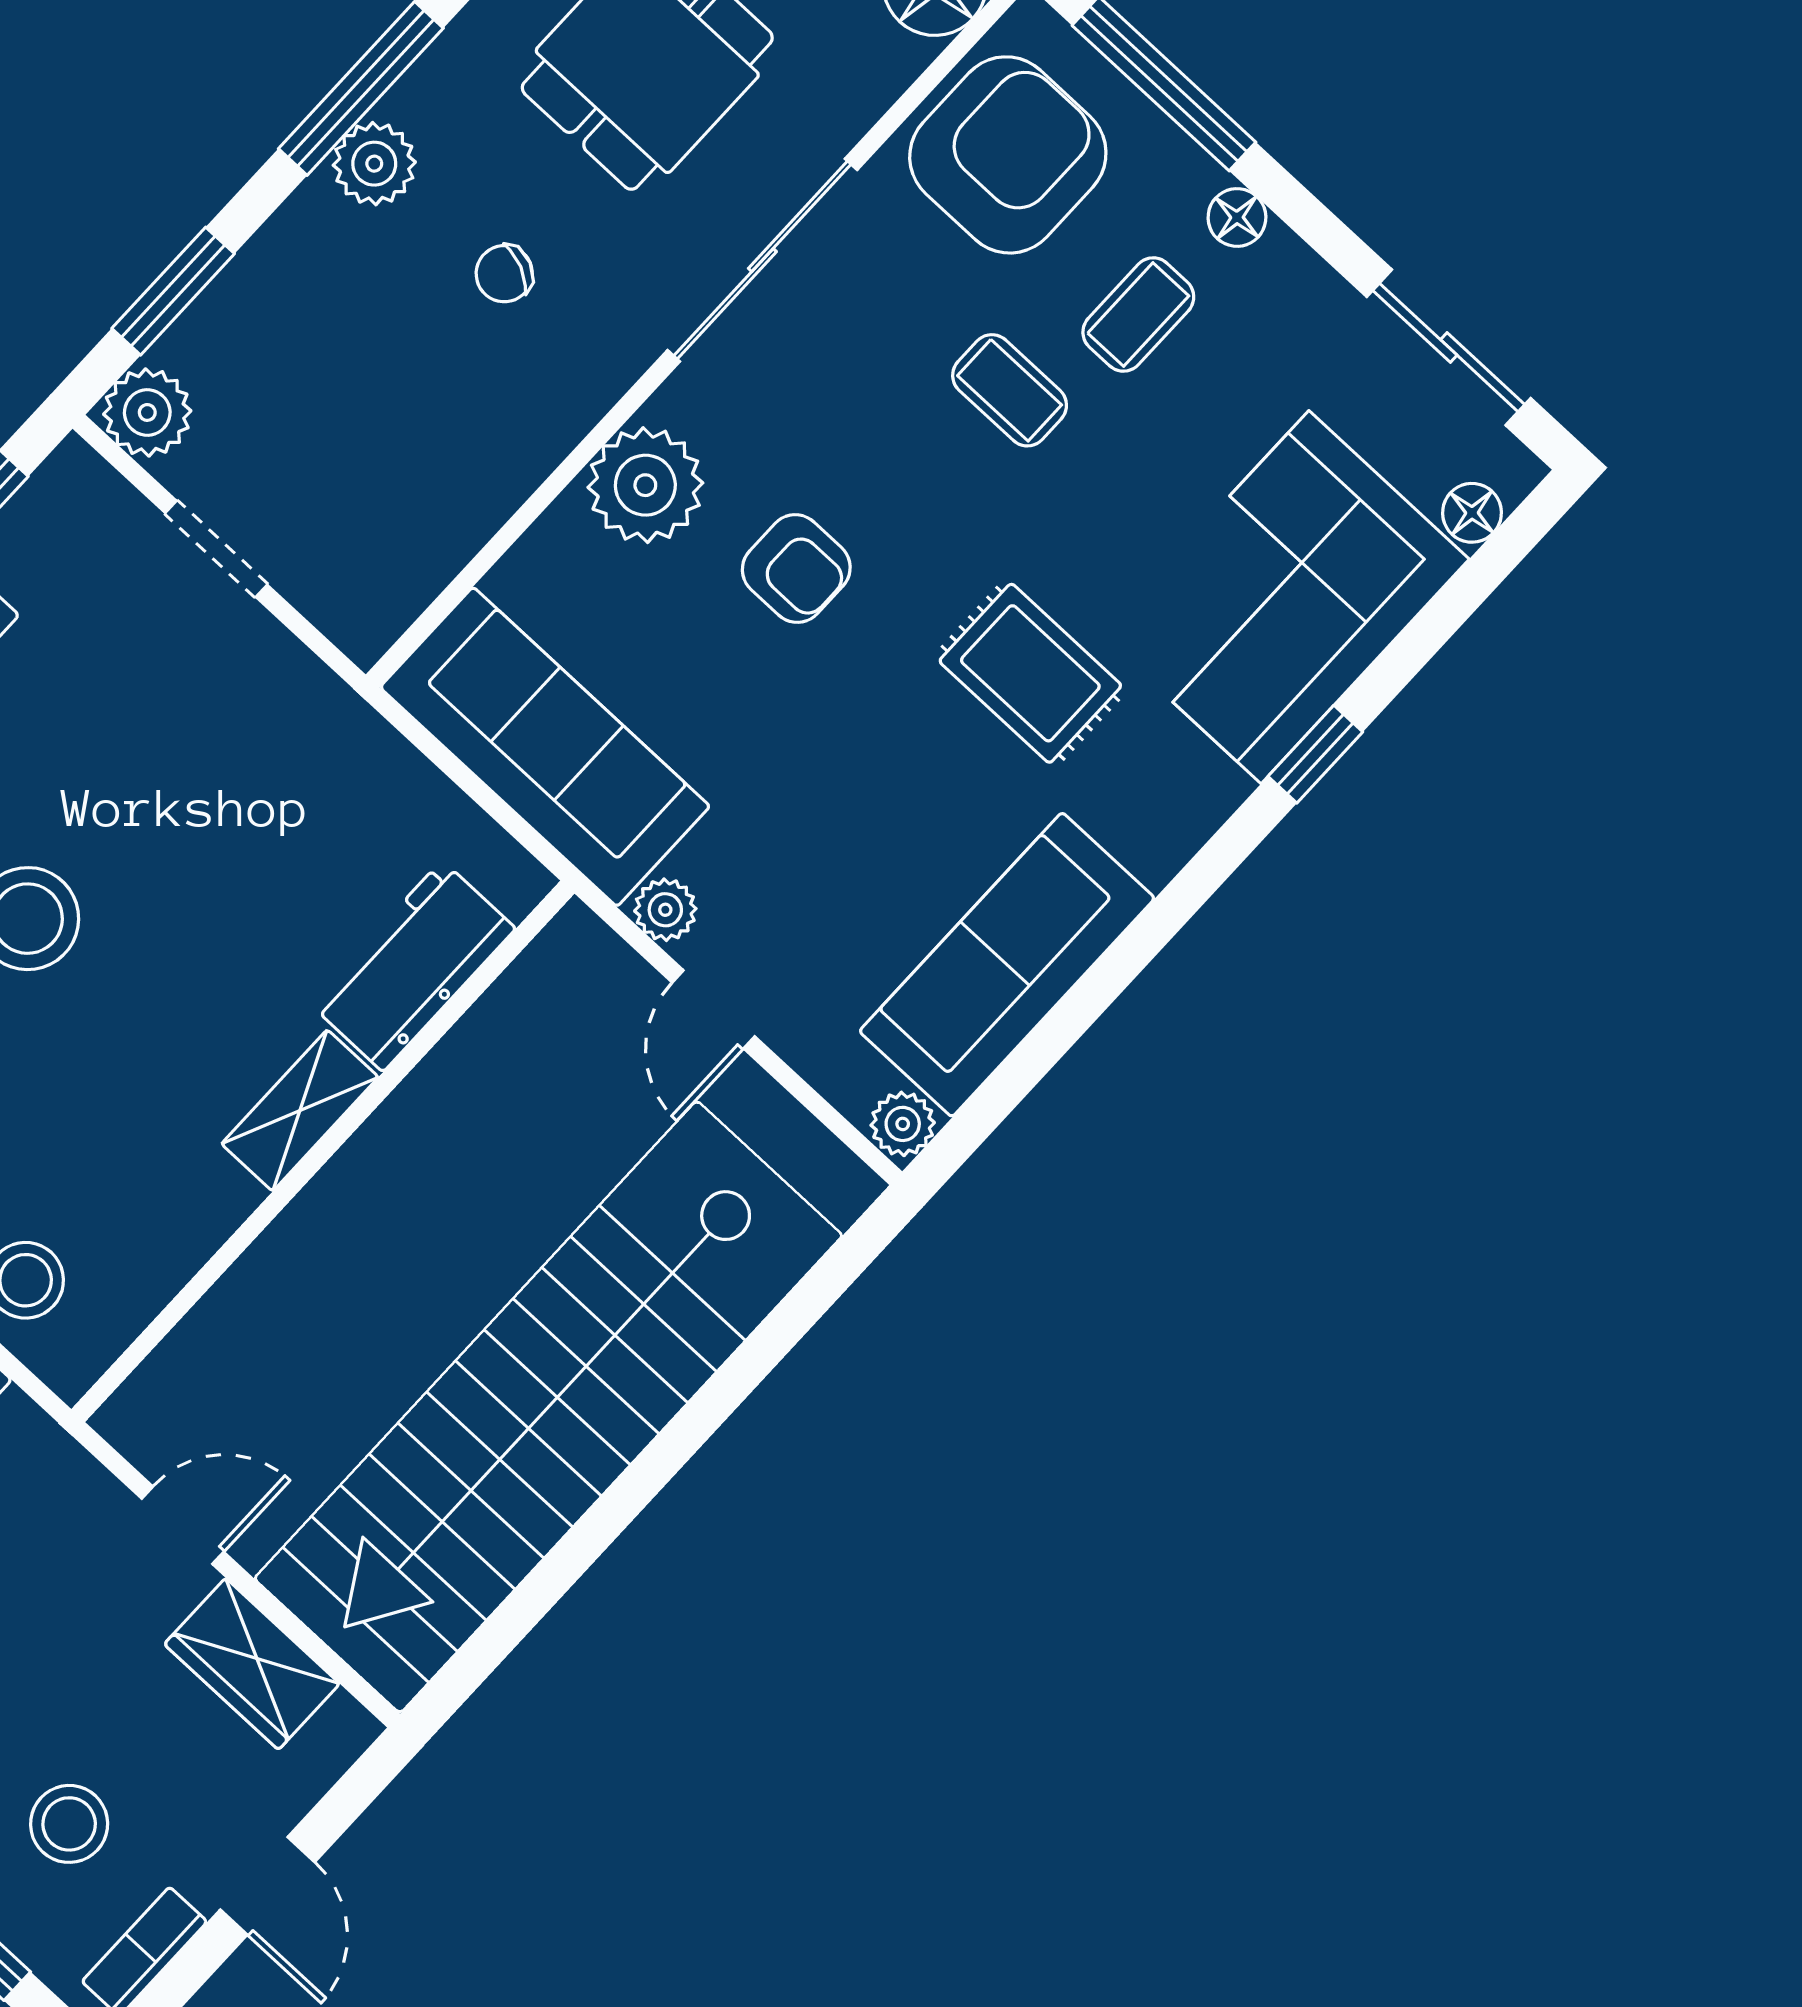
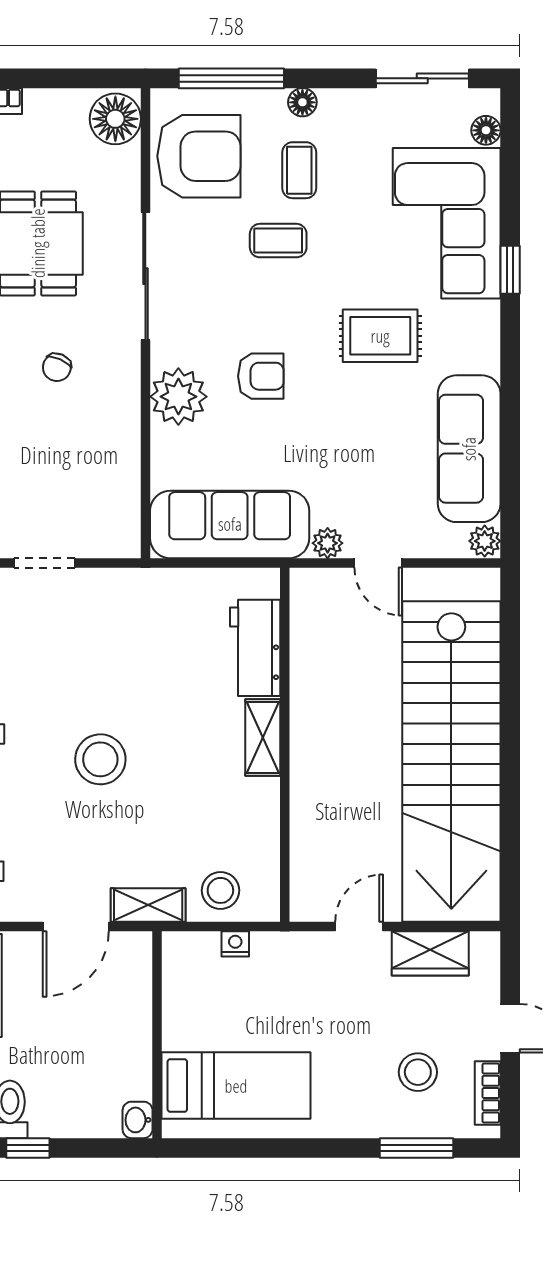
armchair: (1008, 155) -> (199, 156), turned 90

